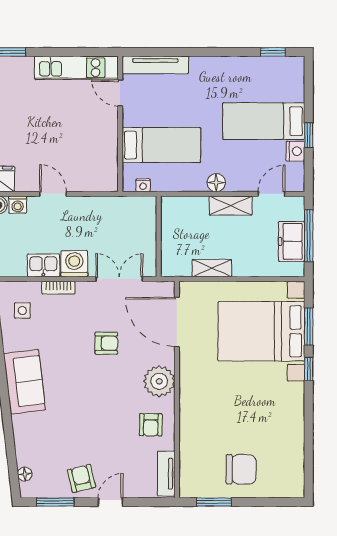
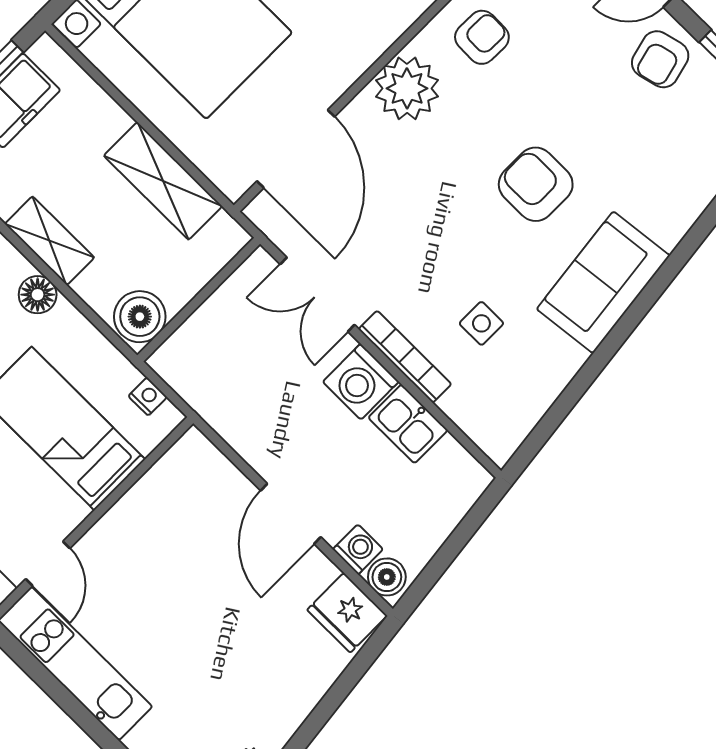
door: (53, 194) -> (291, 514), width x1.38
boiler: (173, 210) -> (140, 317), added
shelving: (212, 268) -> (163, 181), width x1.50, depth x1.33
bookcase: (58, 288) -> (405, 357), width x1.56
side table: (22, 310) -> (481, 323), moved
armchair: (106, 343) -> (536, 184), moved, width x1.38, depth x1.38

